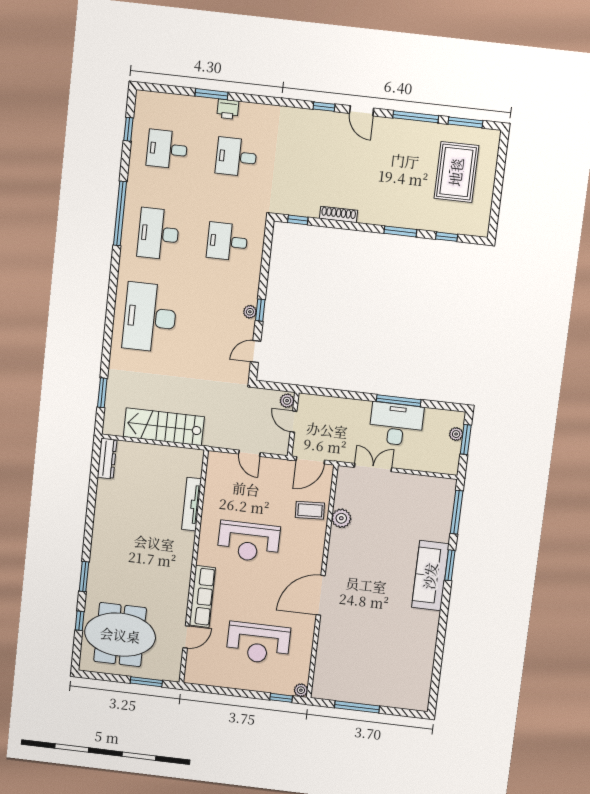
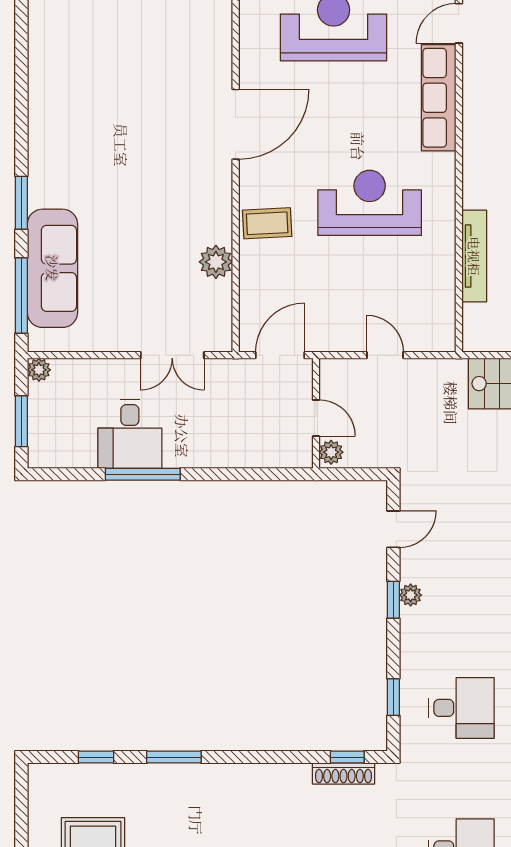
shoe rack: (338, 214) -> (344, 774), moved
window: (267, 252) -> (393, 697), added
desk: (396, 424) -> (130, 434), width x0.73
plant: (456, 434) -> (39, 370), moved
coffee table: (310, 510) -> (267, 223), moved
sofa: (430, 576) -> (52, 268), moved

